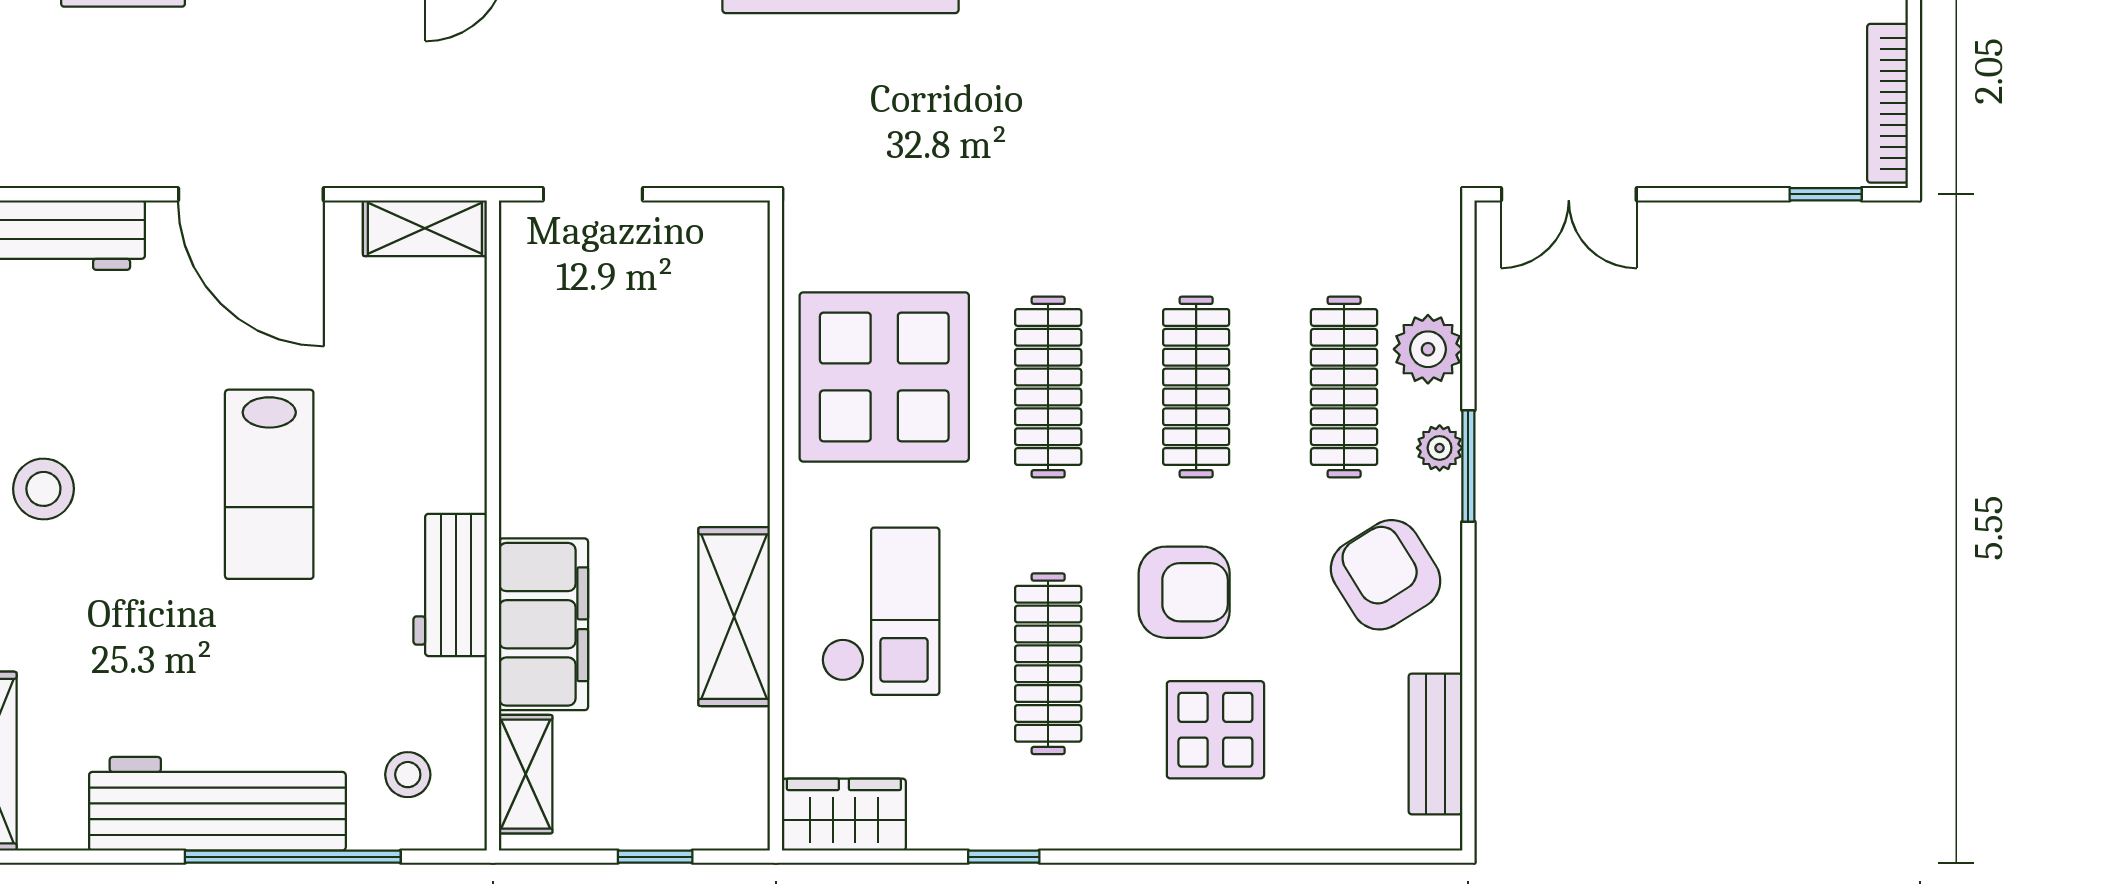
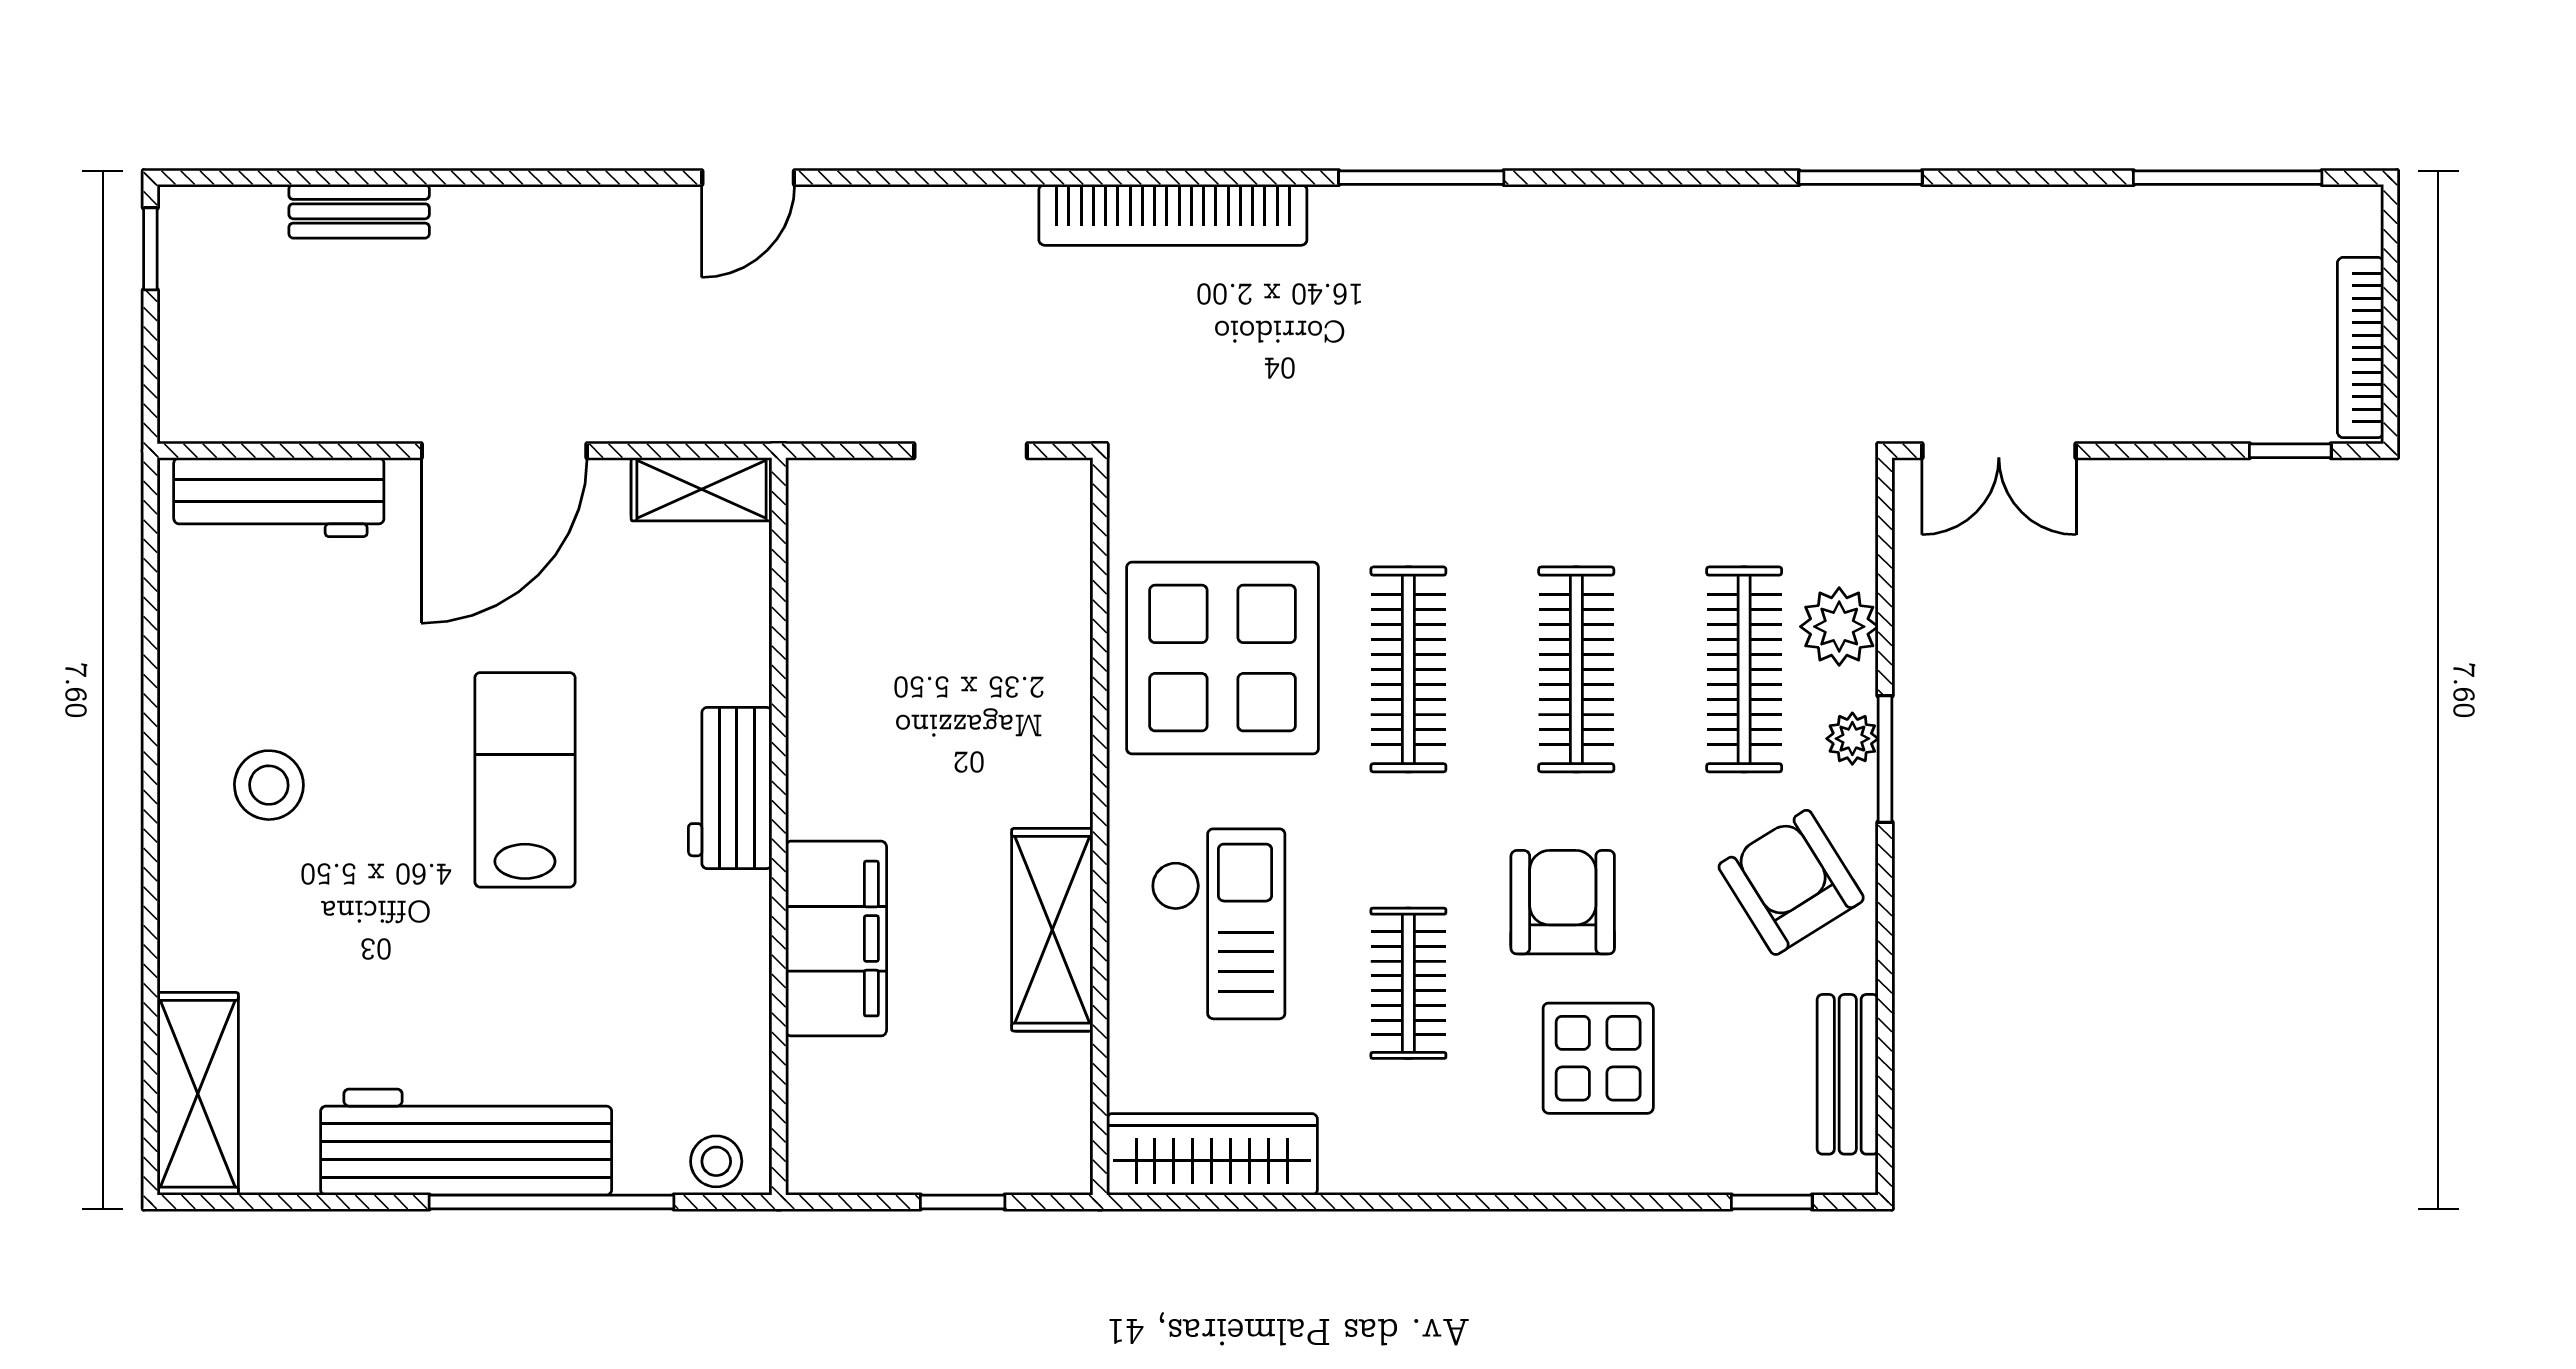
door: (251, 194) -> (504, 451), hinge flipped
doorway: (593, 194) -> (971, 451), moved
lab bench: (269, 484) -> (525, 780), turned 180
workbench: (450, 585) -> (730, 788), moved
armchair: (1184, 592) -> (1563, 902), turned -90
clothes rail: (1048, 664) -> (1408, 983), width x0.73
shelving: (526, 774) -> (816, 1109), removed
stool: (408, 775) -> (716, 1161), moved
wardrobe: (844, 815) -> (1212, 1154), width x1.50
window: (1004, 857) -> (1772, 1202), moved

